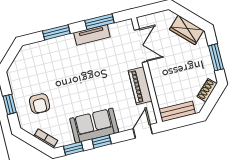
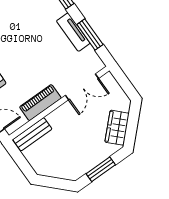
shoe rack: (207, 90) -> (63, 173), removed
bench: (177, 111) -> (32, 134), moved, turned 90

